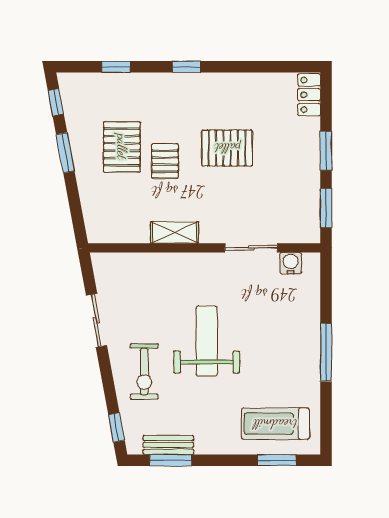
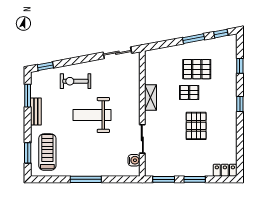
sliding door: (96, 320) -> (117, 53), moved
weight bench: (207, 341) -> (92, 115), turned 180
bench: (168, 445) -> (36, 112), moved

